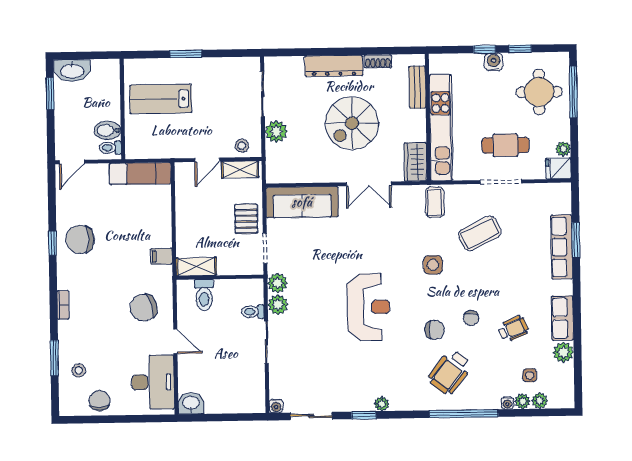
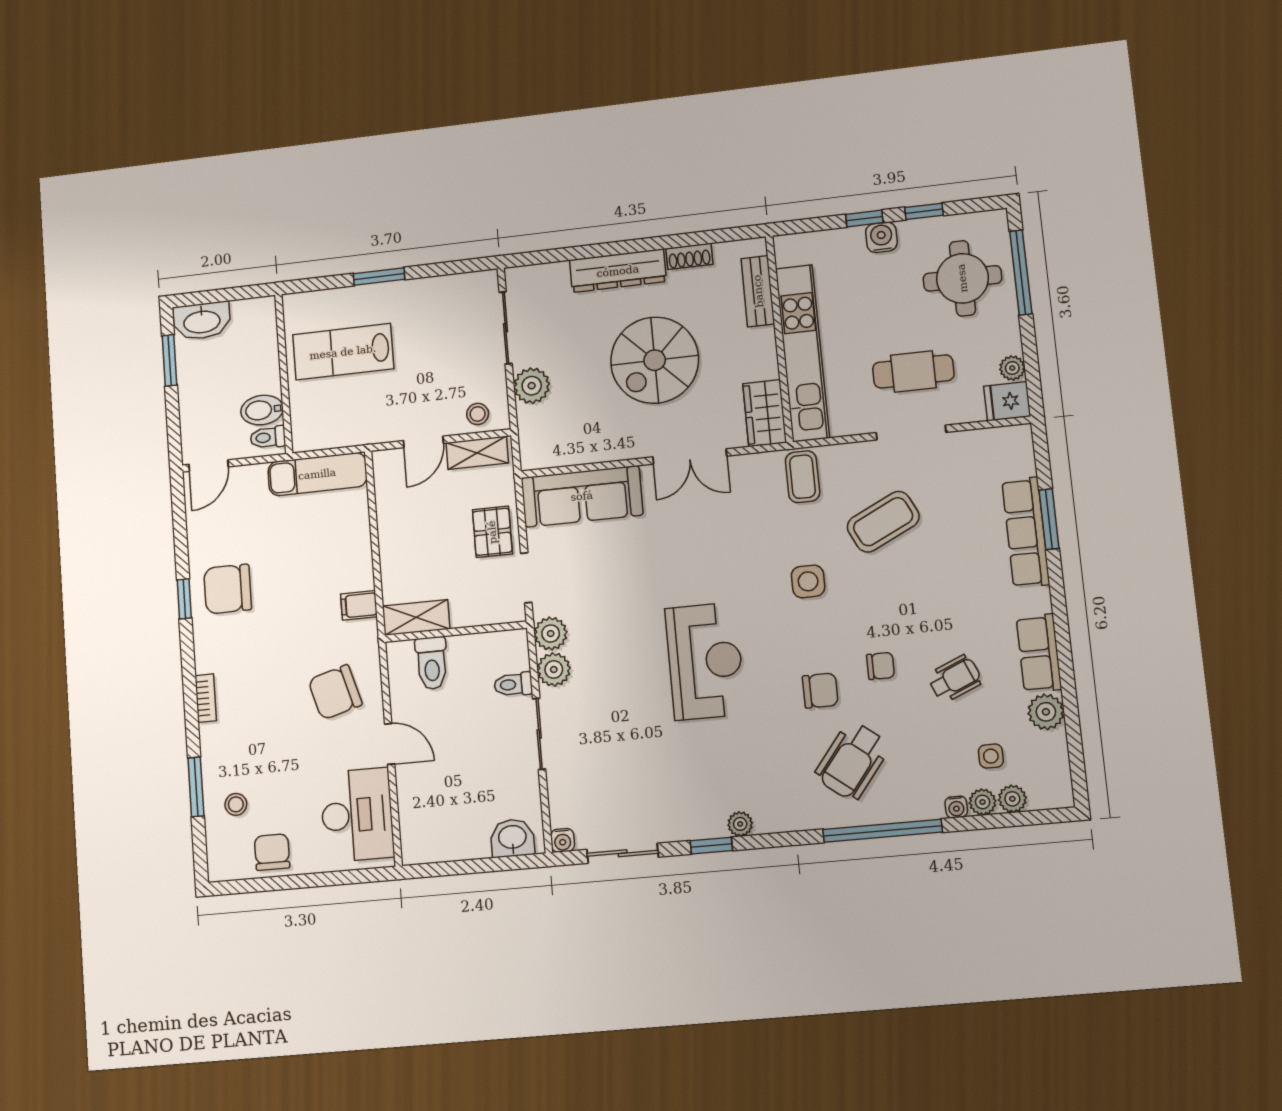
chair: (471, 318) -> (880, 666), turned -90
washbasin: (191, 403) -> (512, 838), moved

